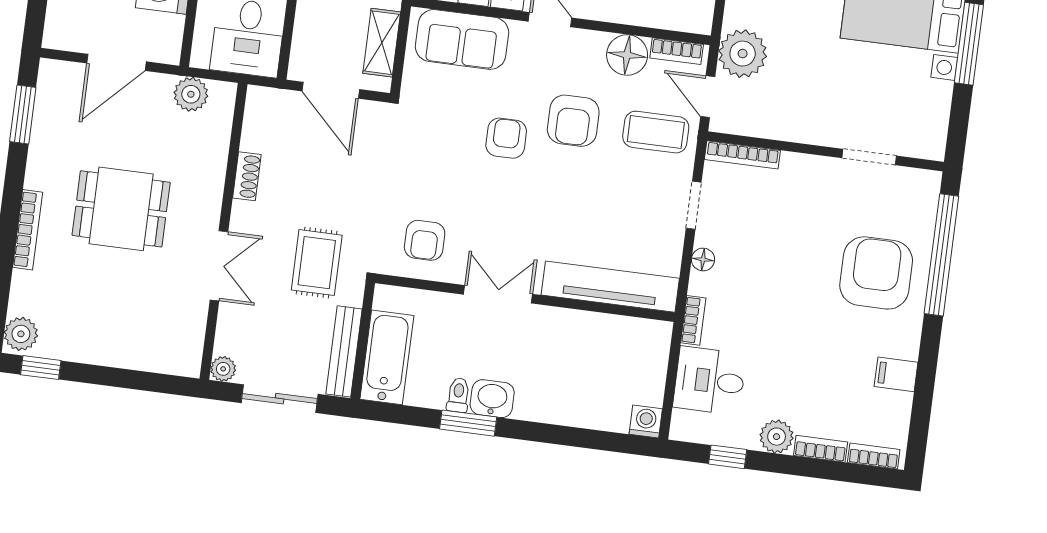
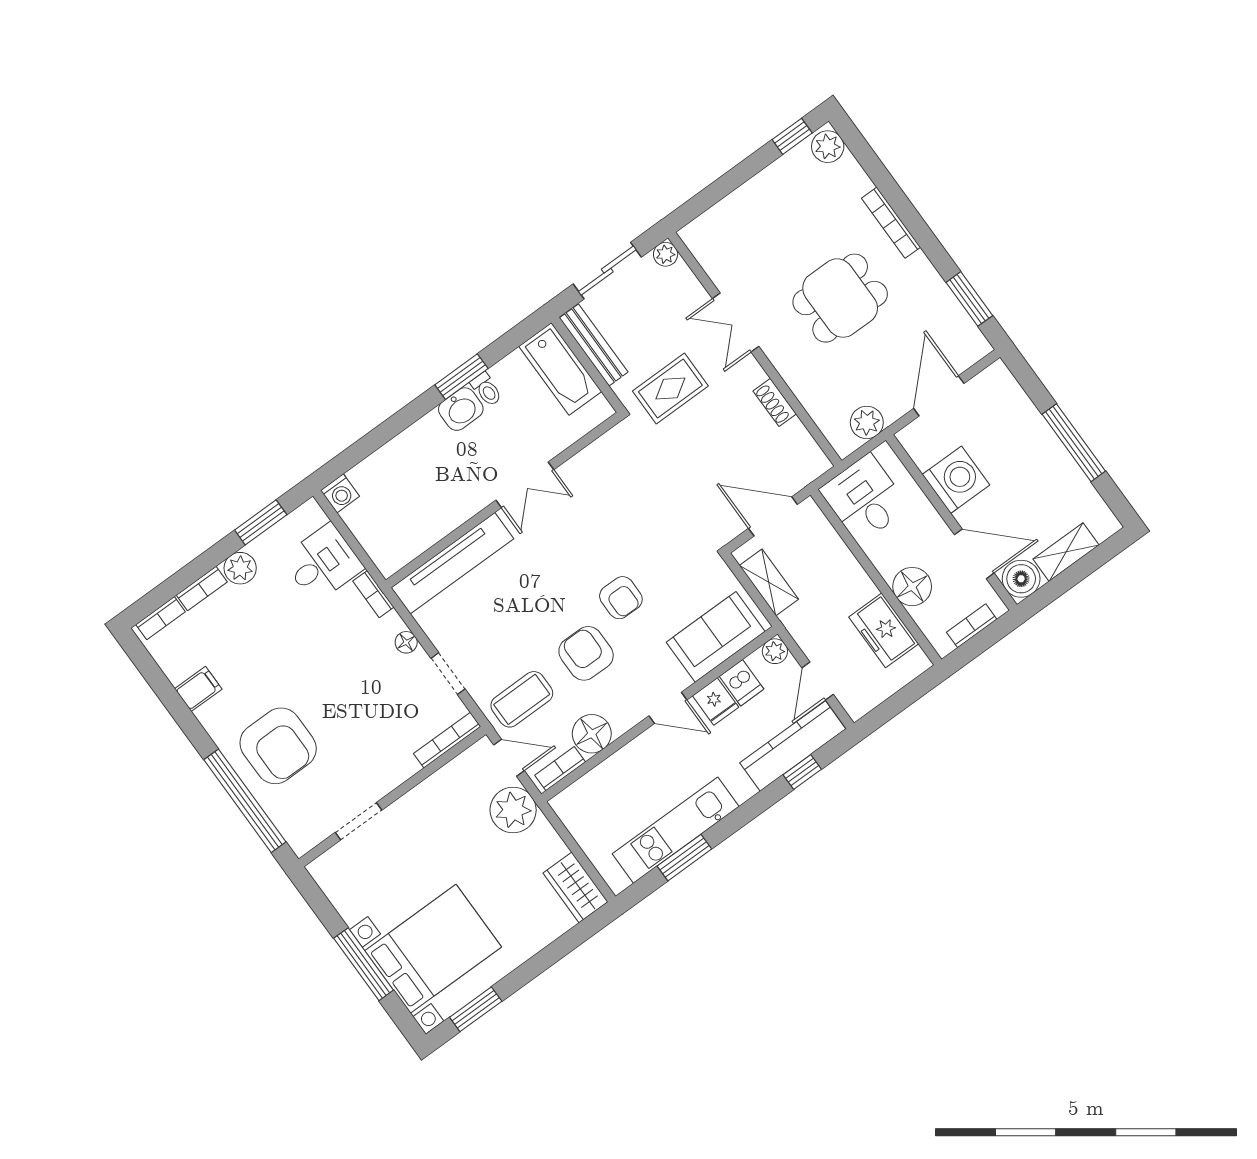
armchair: (425, 240) -> (611, 474), removed
rug: (317, 263) -> (670, 389), turned 90
window: (728, 457) -> (261, 522), width x1.50

